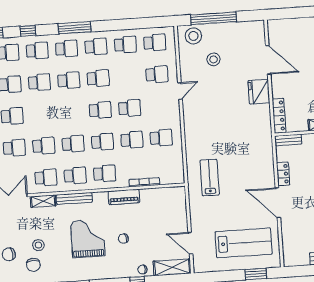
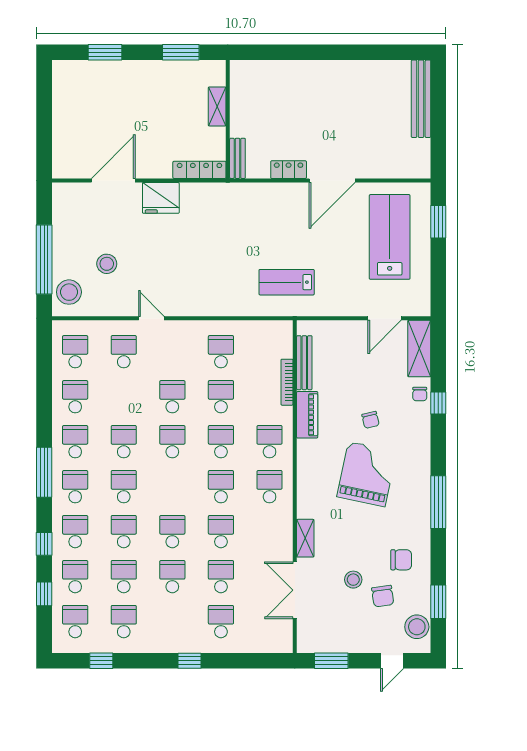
school desk: (46, 178) -> (172, 532), moved
bench: (74, 198) -> (304, 363), moved
grand piano: (88, 238) -> (367, 474), turned 102
stool: (38, 245) -> (353, 580), moved

